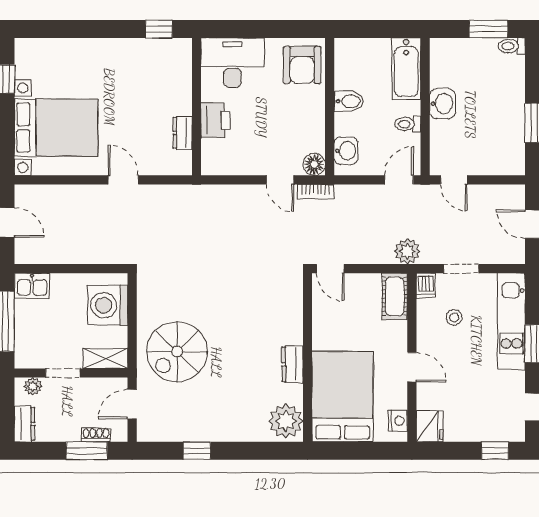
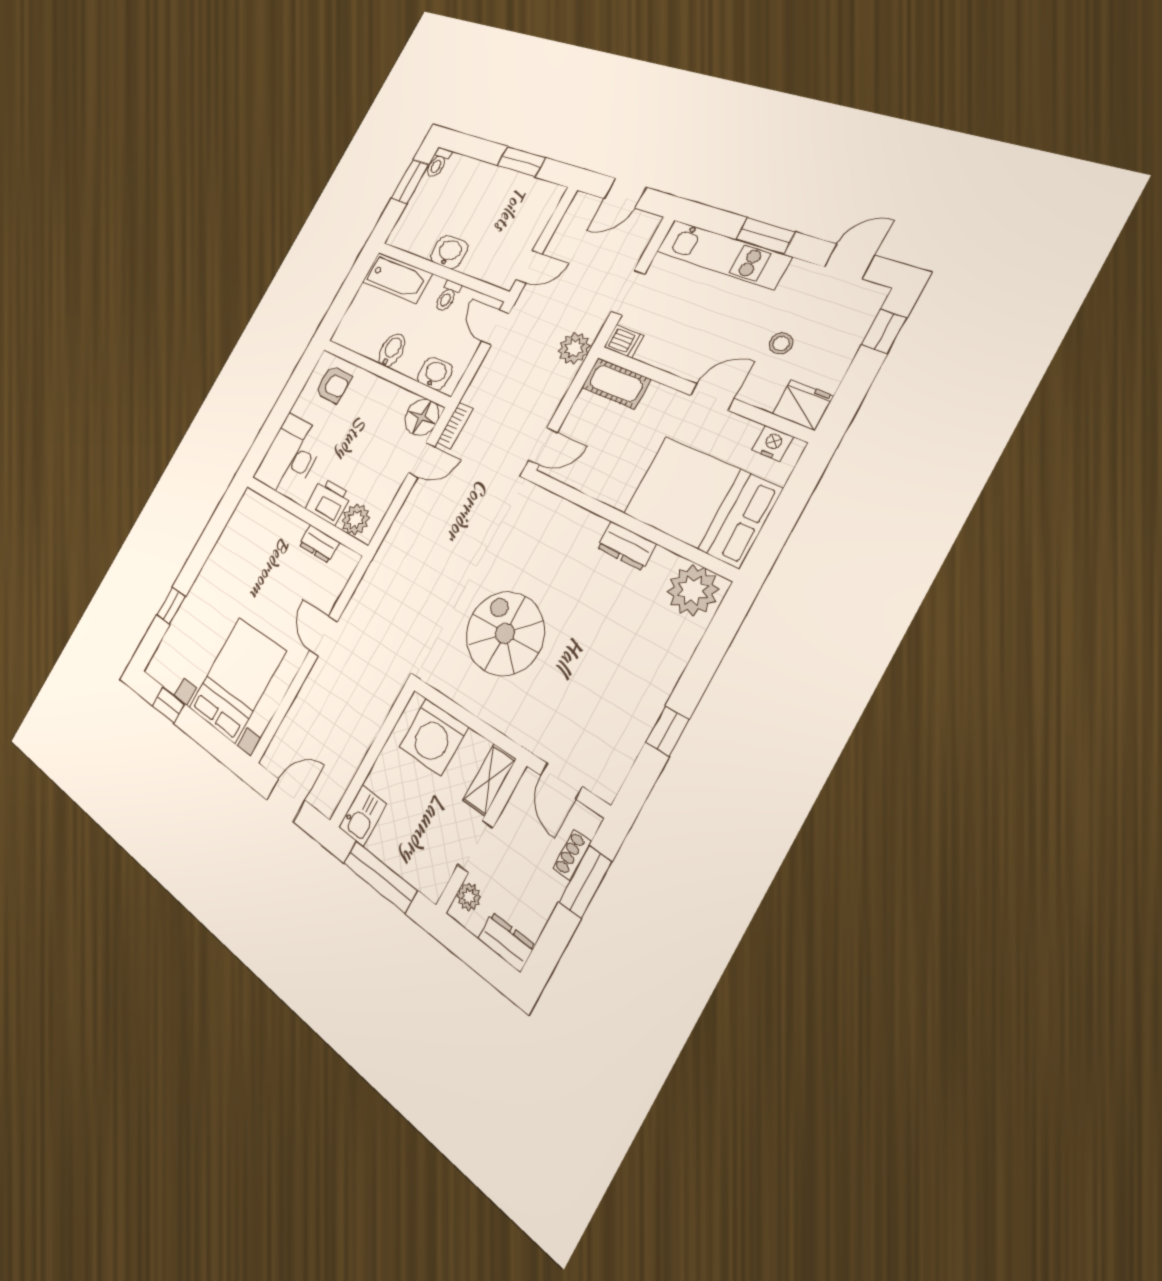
window: (159, 29) -> (171, 606), moved
armchair: (302, 65) -> (333, 384), width x0.72, depth x0.72
plant: (214, 153) -> (356, 520), added
floor lamp: (314, 164) -> (422, 417), width x1.38, depth x1.38
door: (123, 180) -> (323, 636), hinge flipped
stool: (454, 317) -> (781, 343), moved
spiral stairs: (177, 352) -> (505, 633), moved, turned 180

